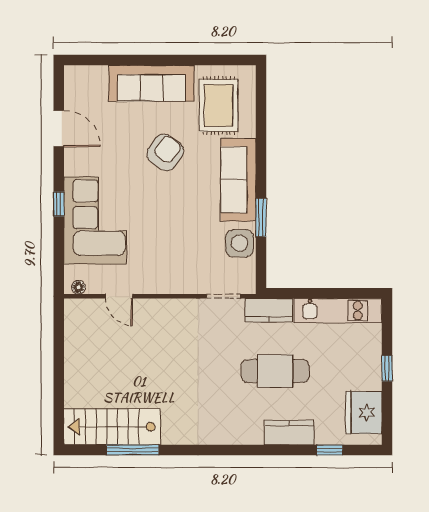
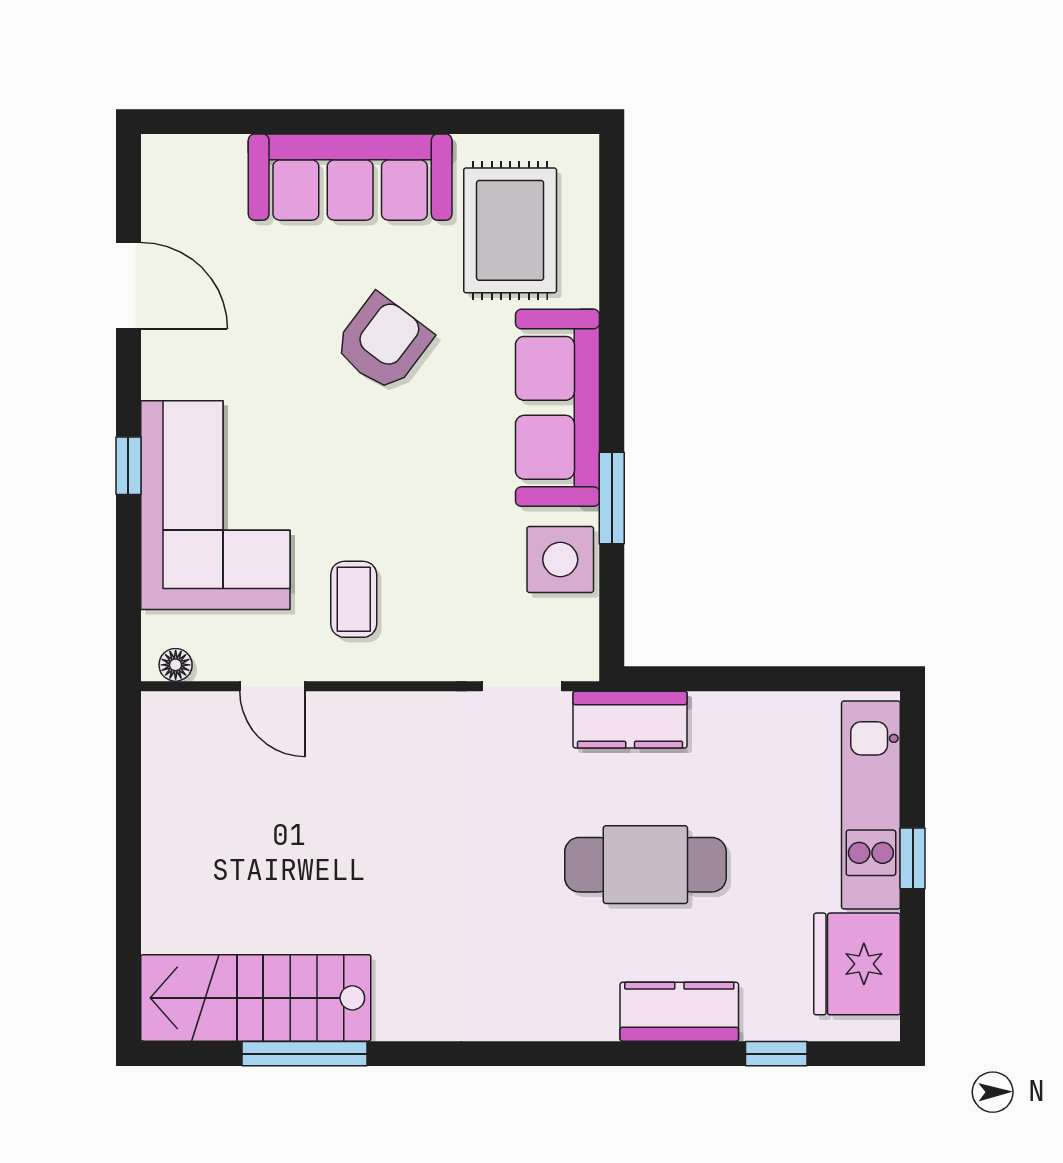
coffee table: (153, 260) -> (354, 599), added
kitchen unit: (338, 311) -> (871, 805), moved, turned 90

